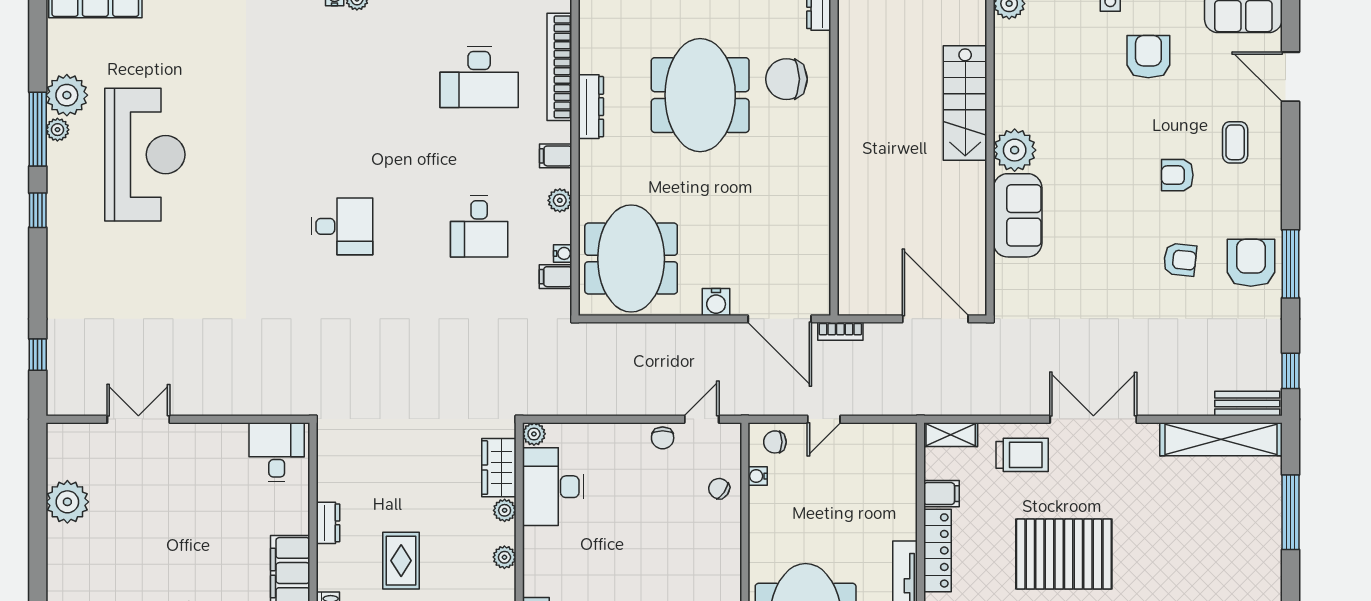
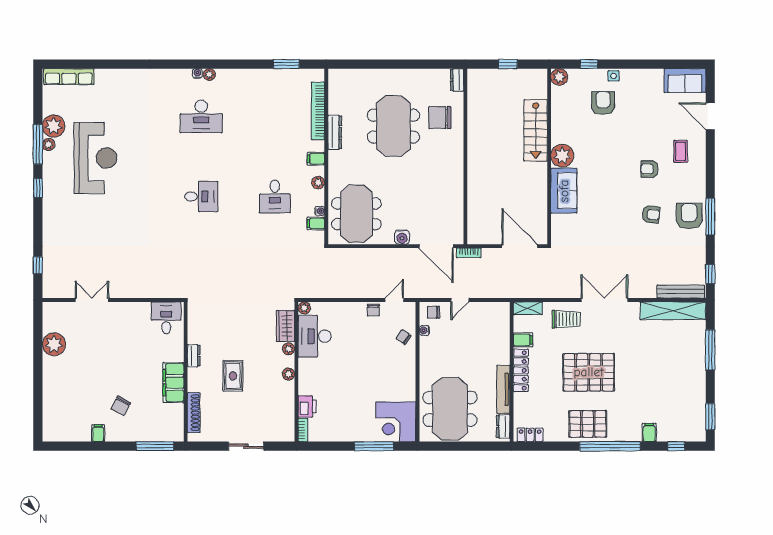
armchair: (1148, 57) -> (603, 103), moved
desk: (479, 77) -> (201, 116), moved
bench: (1247, 403) -> (681, 292), width x1.36

